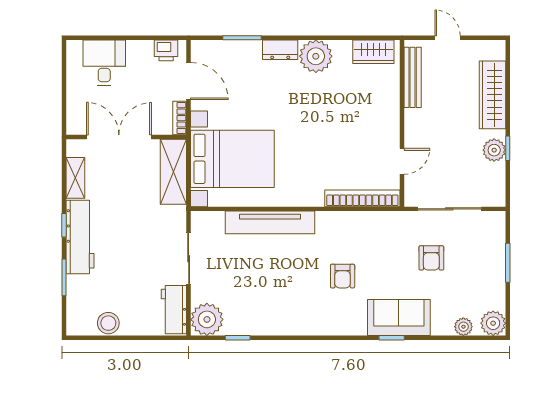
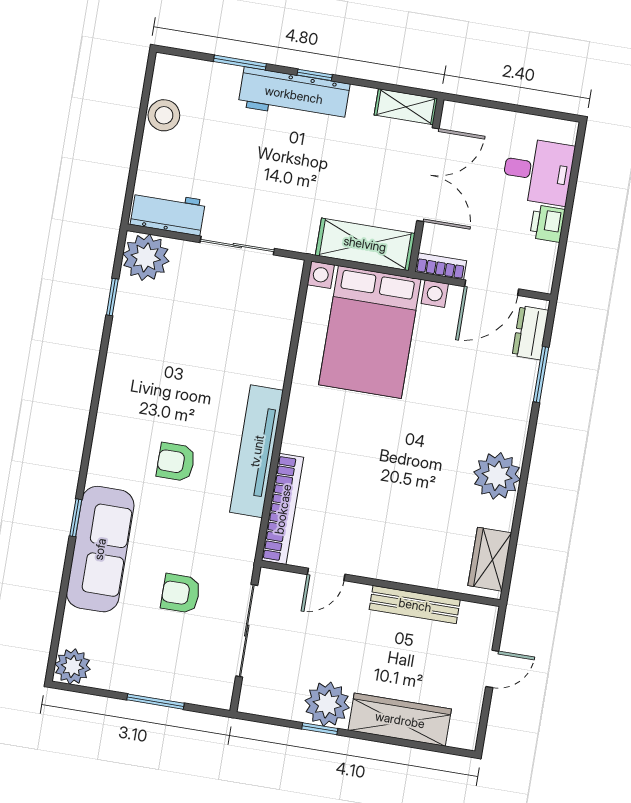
printer: (166, 50) -> (547, 223), moved
dresser: (280, 50) -> (530, 333), moved
bench: (413, 77) -> (415, 605), moved
plant: (494, 150) -> (327, 704), width x1.36, depth x1.36
door: (402, 161) -> (326, 574), hinge flipped
shelving: (75, 178) -> (406, 107), moved
tv unit: (270, 222) -> (257, 451), moved
sofa: (399, 318) -> (100, 549), width x1.36
plant: (463, 327) -> (75, 623), removed

